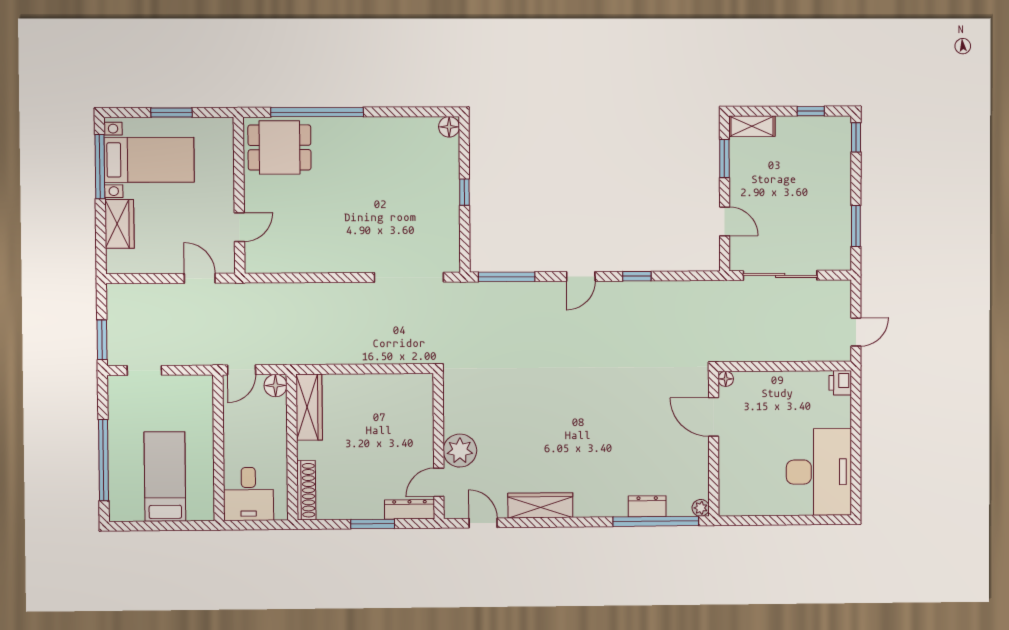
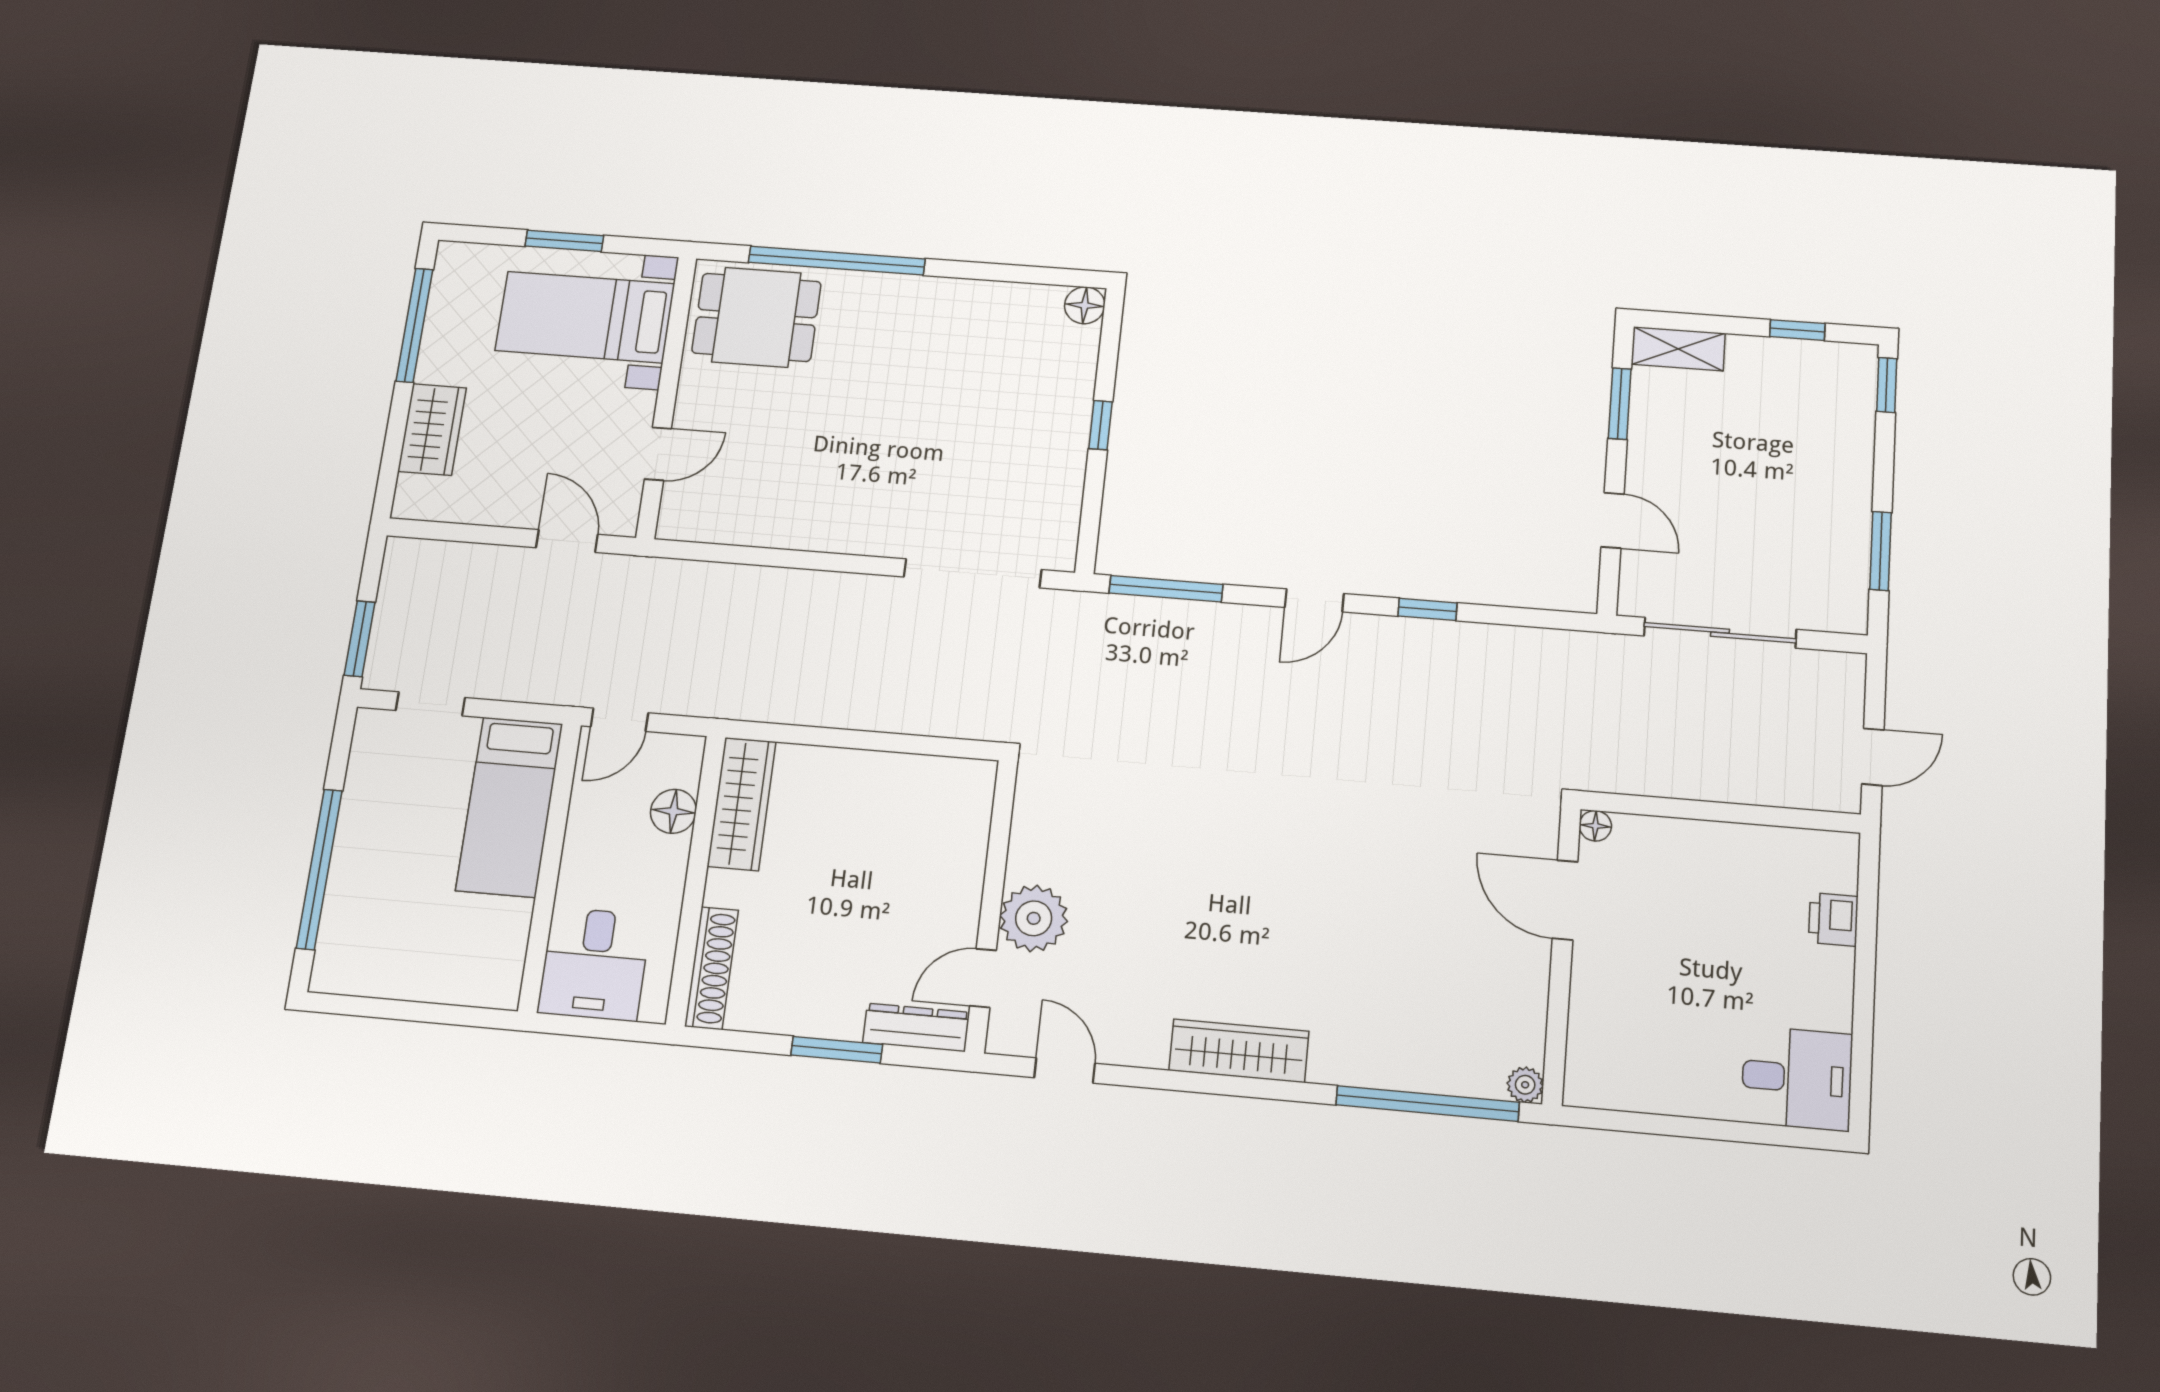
bed with nightstands: (149, 160) -> (585, 317), moved, turned 180
printer: (840, 383) -> (1833, 919), moved
floor lamp: (276, 386) -> (673, 811), moved
desk: (819, 472) -> (1797, 1078), width x0.53, depth x0.77
bed: (165, 477) -> (509, 807), moved, turned 180
wardrobe: (540, 505) -> (1239, 1051), moved
dresser: (647, 506) -> (1412, 1070), removed

